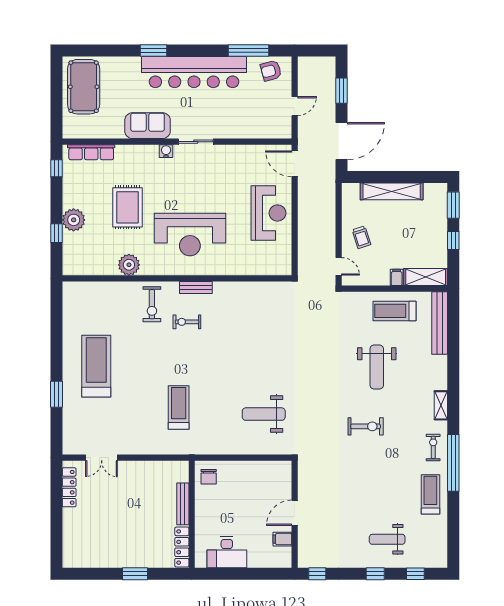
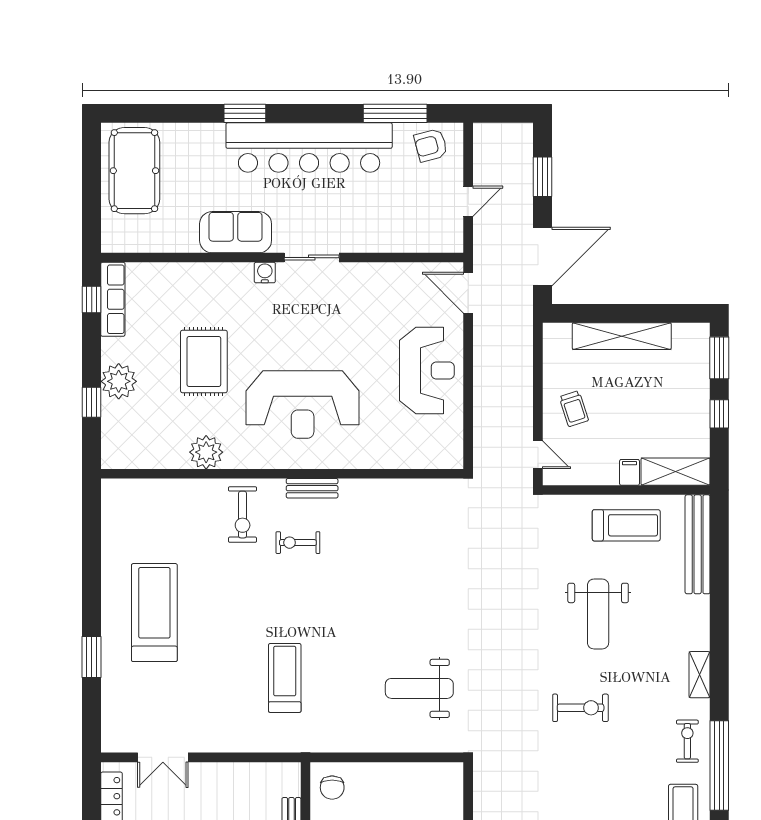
row of seats: (91, 152) -> (113, 299), moved, turned -90
treadmill: (395, 311) -> (626, 525), turned 180

